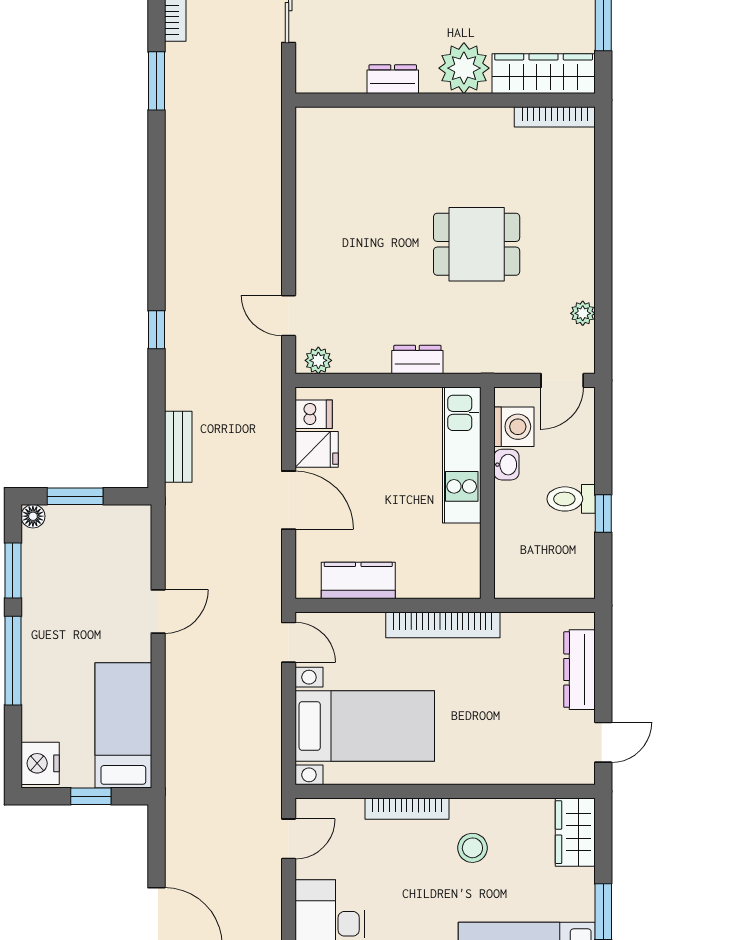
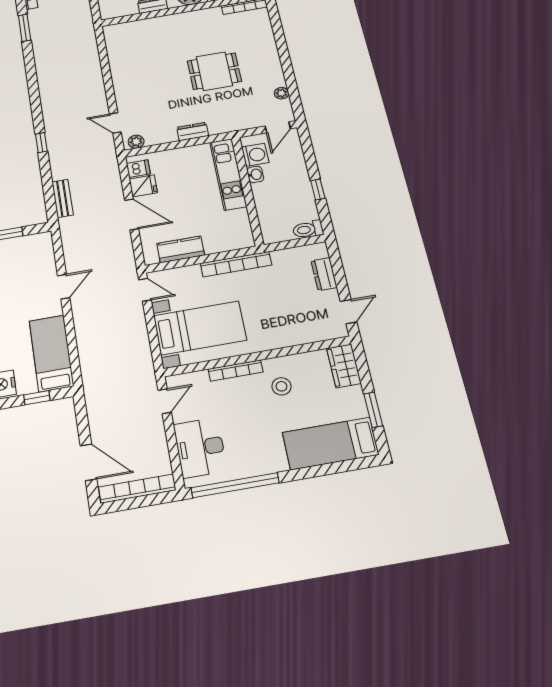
toilet: (571, 499) -> (308, 229), moved
dresser: (579, 670) -> (324, 274), width x0.70

